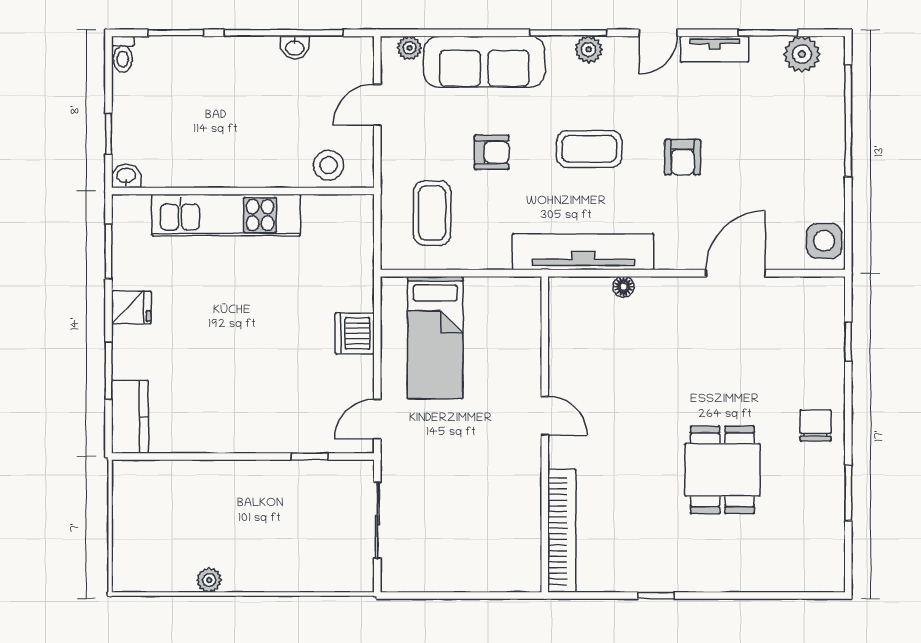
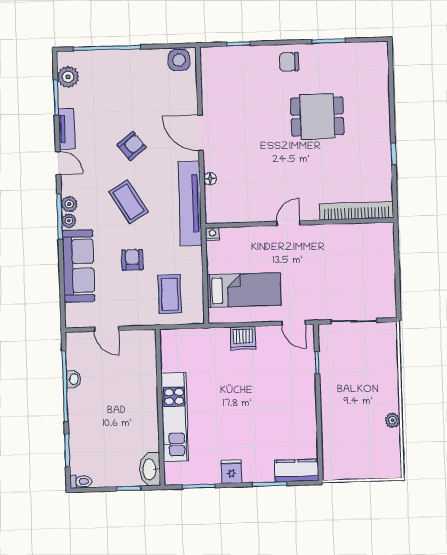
plant: (409, 48) -> (69, 221), moved
coffee table: (589, 149) -> (128, 202), turned -31
armchair: (683, 157) -> (132, 146), turned -38
stool: (329, 165) -> (143, 357), removed
washbasin: (126, 176) -> (150, 469), width x1.91, depth x1.45
coffee table: (432, 213) -> (170, 294), turned 90
door: (736, 273) -> (200, 133), moved
nightstand: (531, 288) -> (212, 234), added

